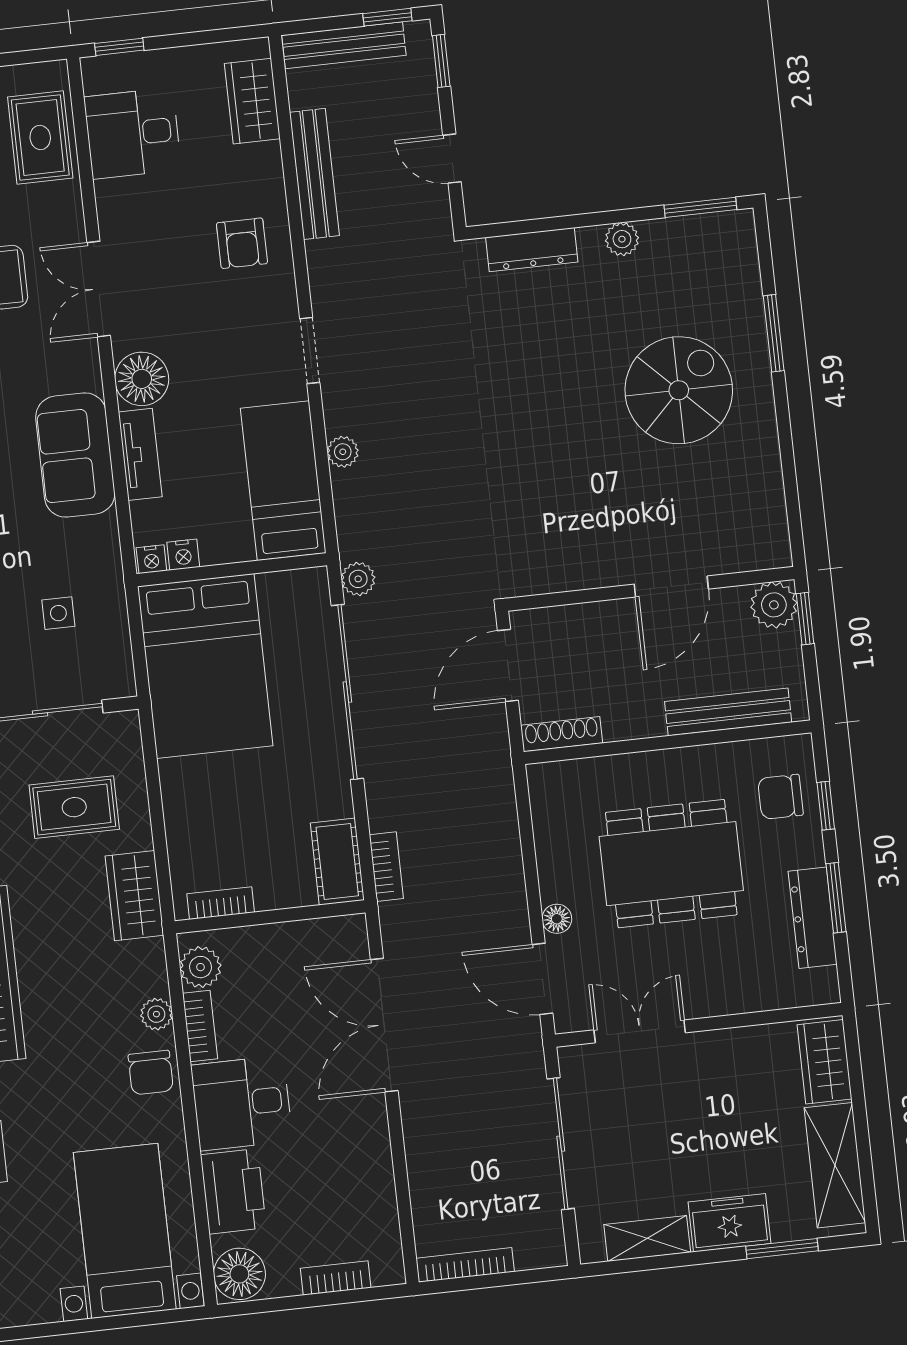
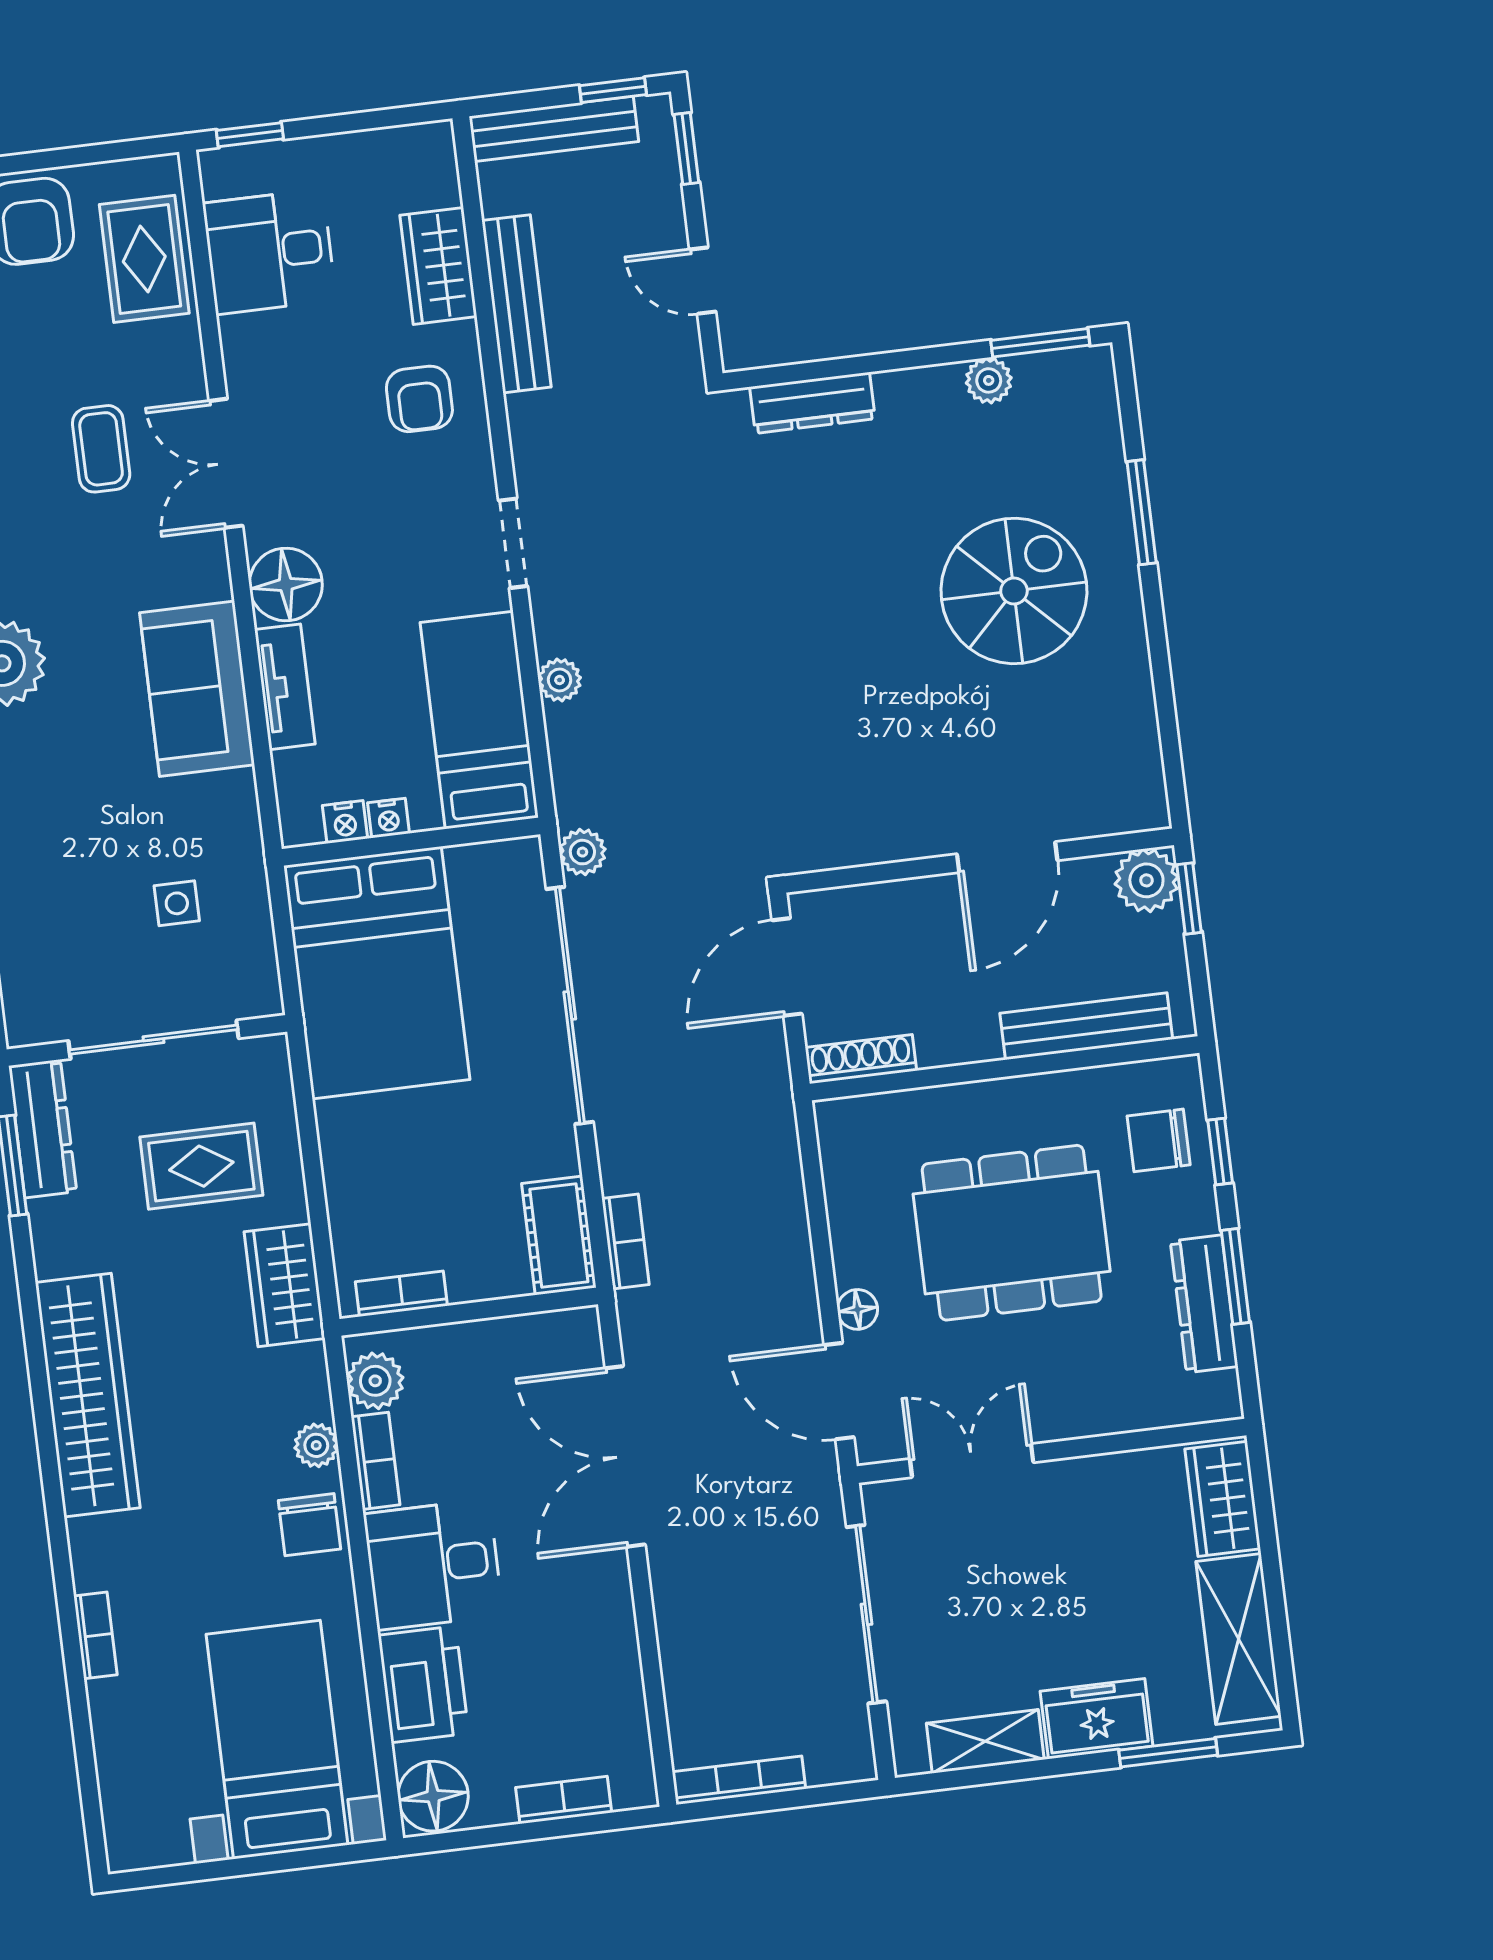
wardrobe: (252, 101) -> (438, 266), moved
plant: (622, 239) -> (989, 380), moved
nightstand: (151, 559) -> (388, 818), moved

